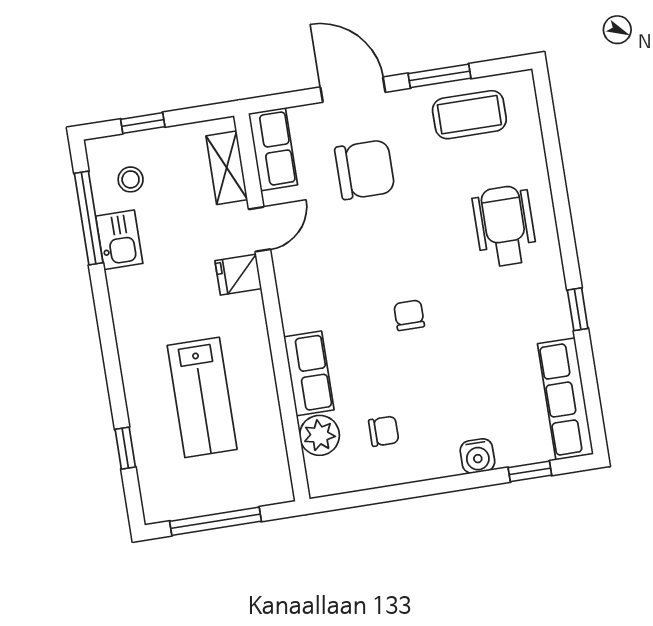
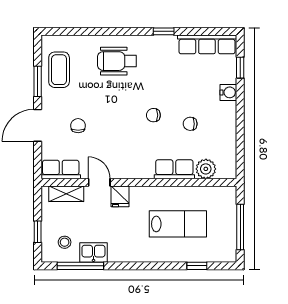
chair: (365, 170) -> (78, 126), width x0.54, depth x0.54
chair: (384, 431) -> (190, 124), moved, turned -90

